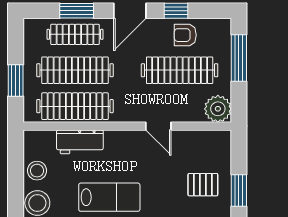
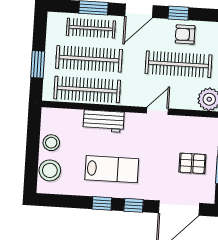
door: (158, 126) -> (157, 111), swing flipped
workbench: (80, 142) -> (104, 121), moved

